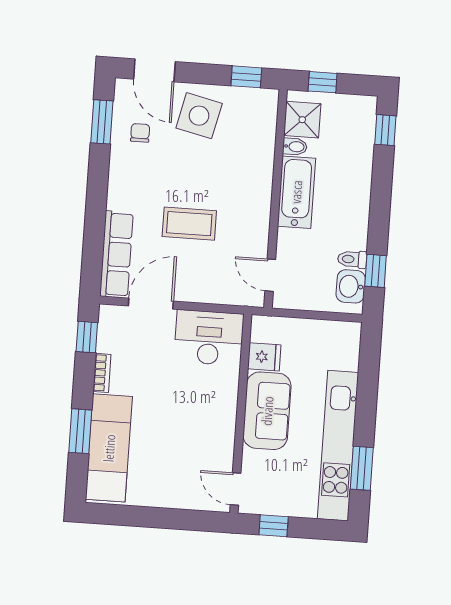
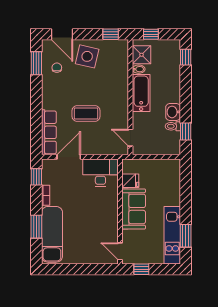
washbasin: (351, 286) -> (173, 112), moved
kitchen unit: (338, 446) -> (172, 235), width x0.73

